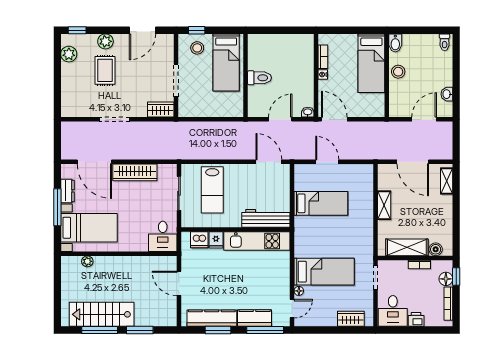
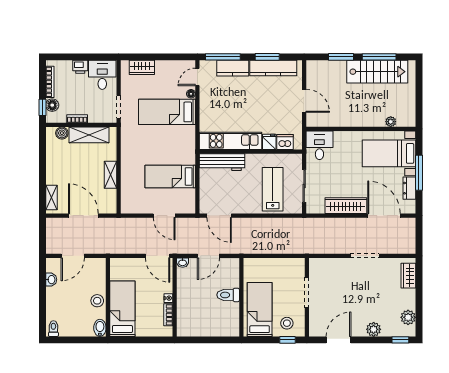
rug: (105, 70) -> (374, 302), removed
wardrobe: (161, 110) -> (408, 276), moved, turned 90

